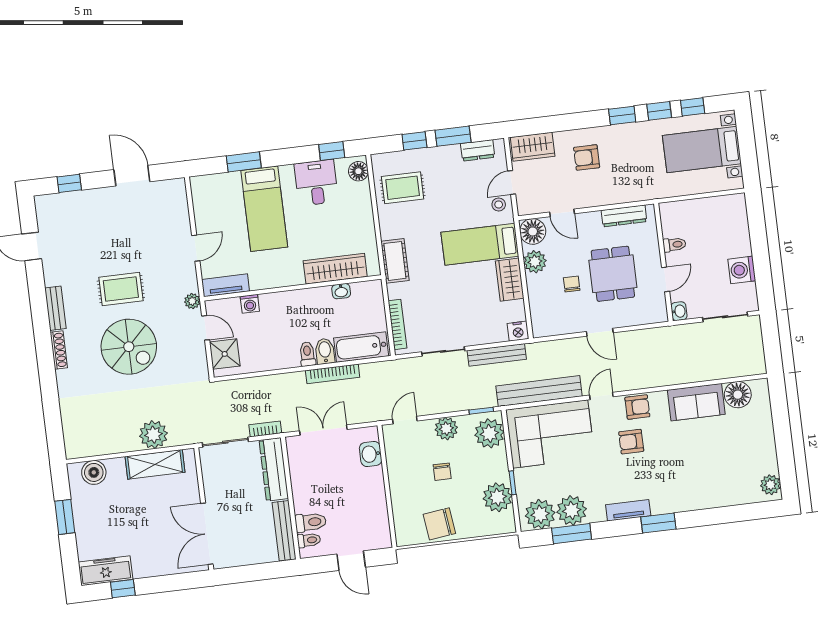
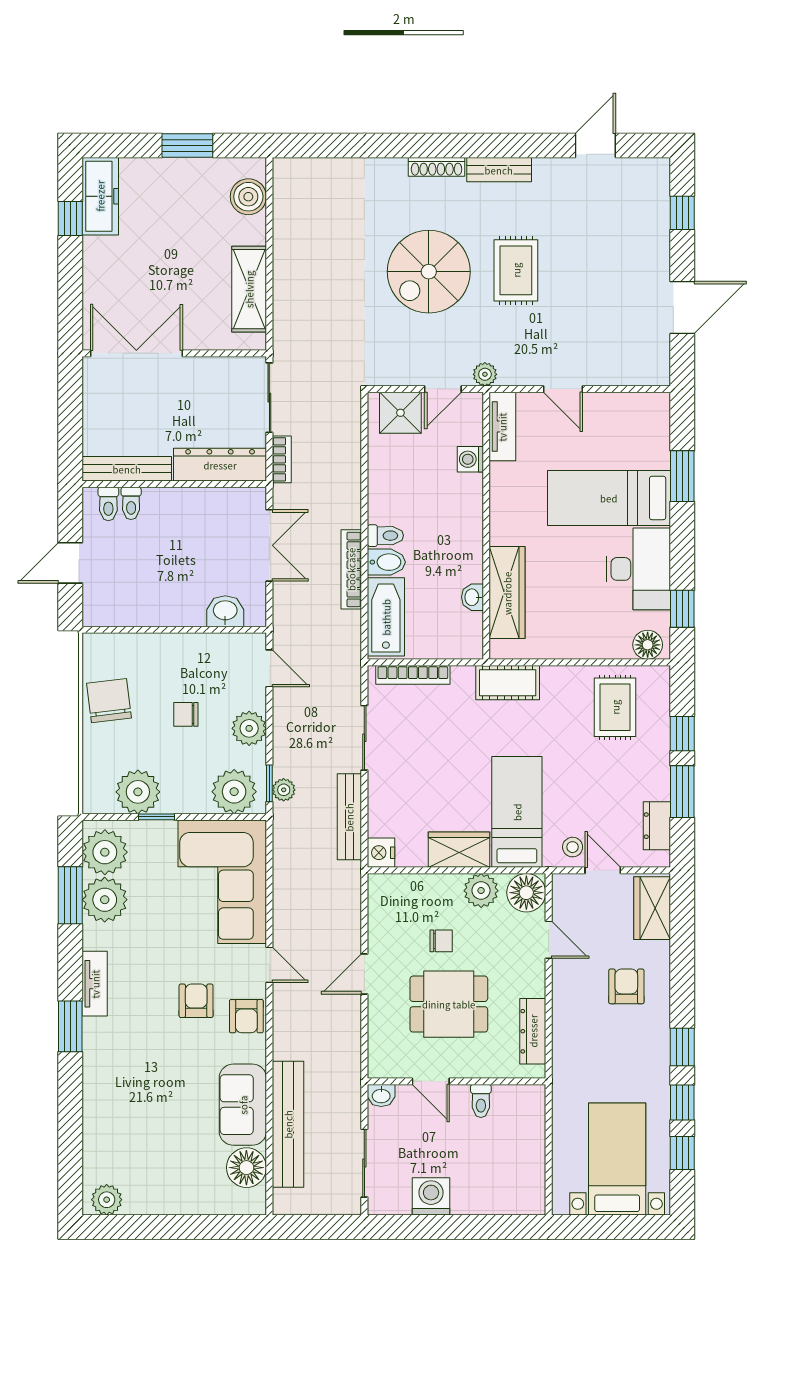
desk: (316, 183) -> (638, 569), width x1.37
door: (562, 213) -> (549, 940), swing flipped
bench: (539, 391) -> (288, 1124), moved
plant: (153, 435) -> (284, 790), moved, width x0.53, depth x0.53
toilet: (311, 522) -> (131, 503), width x0.73, depth x0.72

